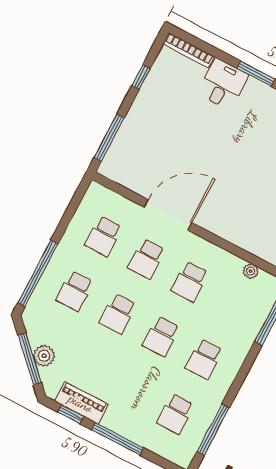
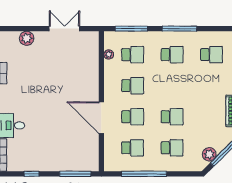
window: (38, 273) -> (144, 174), moved
school desk: (161, 336) -> (133, 55), moved
plant: (44, 356) -> (209, 154), moved
window: (213, 430) -> (179, 29), moved

